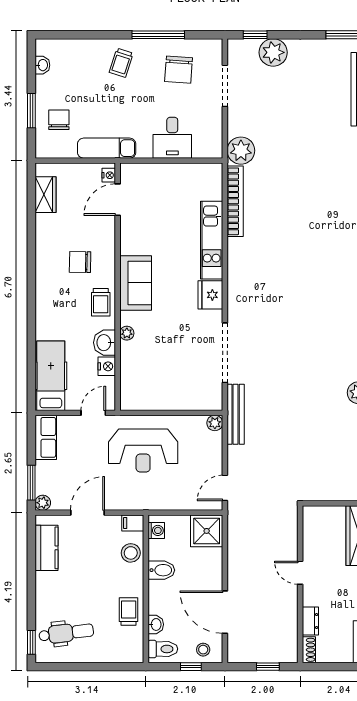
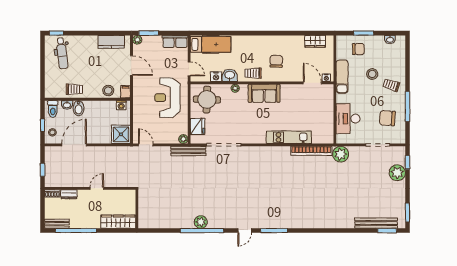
stool: (102, 96) -> (372, 74), added
desk: (172, 138) -> (348, 119), width x1.37
fridge: (210, 295) -> (197, 126), moved, turned 90
round table: (146, 382) -> (207, 100), added
bidet: (161, 570) -> (79, 108), moved

